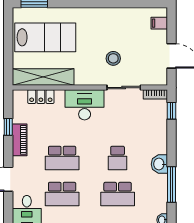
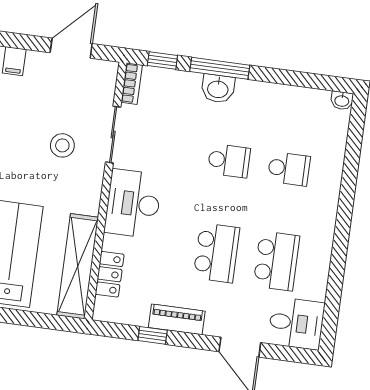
washbasin: (159, 164) -> (218, 89), moved
window: (171, 185) -> (220, 68), moved
school desk: (118, 194) -> (289, 169), width x0.54

